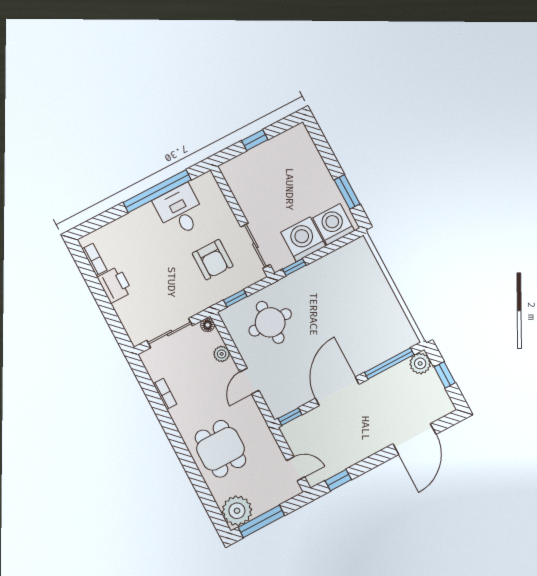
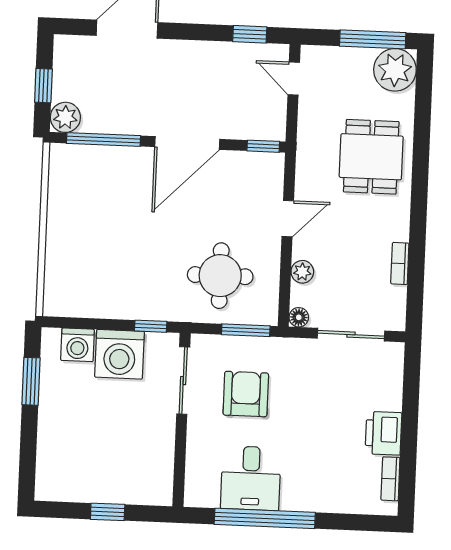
washing machine: (334, 224) -> (78, 345), width x0.73, depth x0.73
window: (235, 298) -> (246, 330), width x1.50

